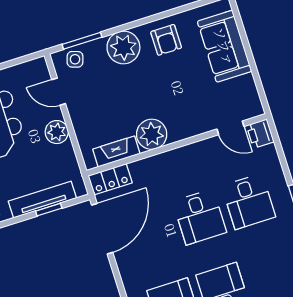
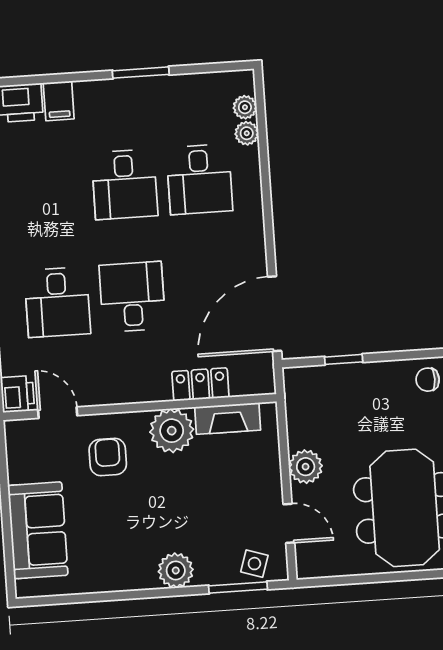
armchair: (166, 40) -> (108, 457), moved
plant: (123, 47) -> (176, 570), width x0.73, depth x0.73
locker: (110, 179) -> (200, 384), moved
tv unit: (42, 200) -> (349, 376), removed
desk: (249, 201) -> (57, 302), turned 180

